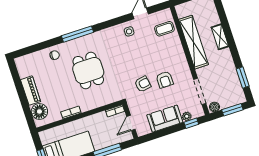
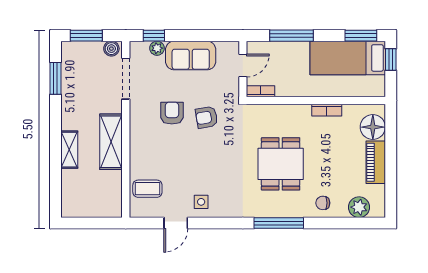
shelving: (193, 42) -> (111, 142), width x0.68
plant: (32, 60) -> (359, 207), added

